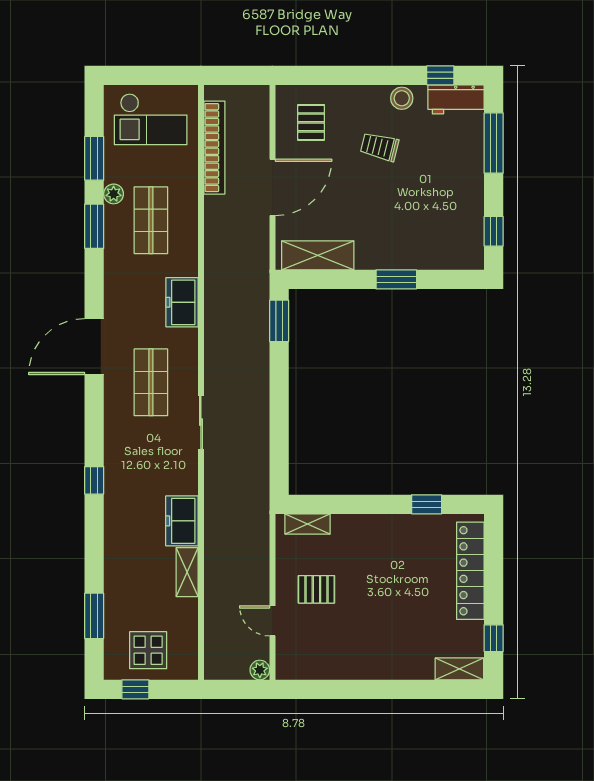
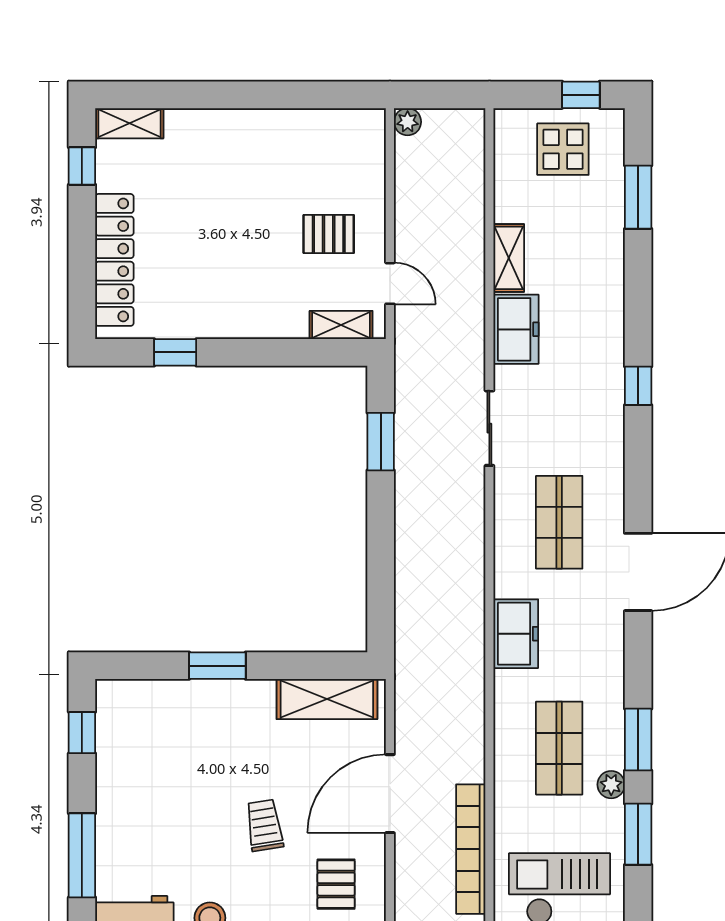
trolley: (380, 147) -> (264, 825), moved, turned -113
window: (279, 321) -> (381, 442), moved
sliding door: (201, 422) -> (489, 428), moved
door: (272, 621) -> (390, 283), moved

